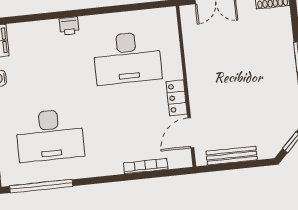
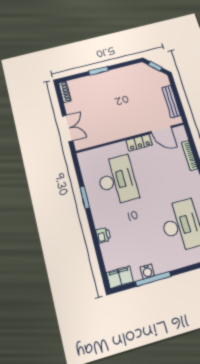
window: (110, 10) -> (85, 197), added
printer: (69, 26) -> (103, 235), moved

